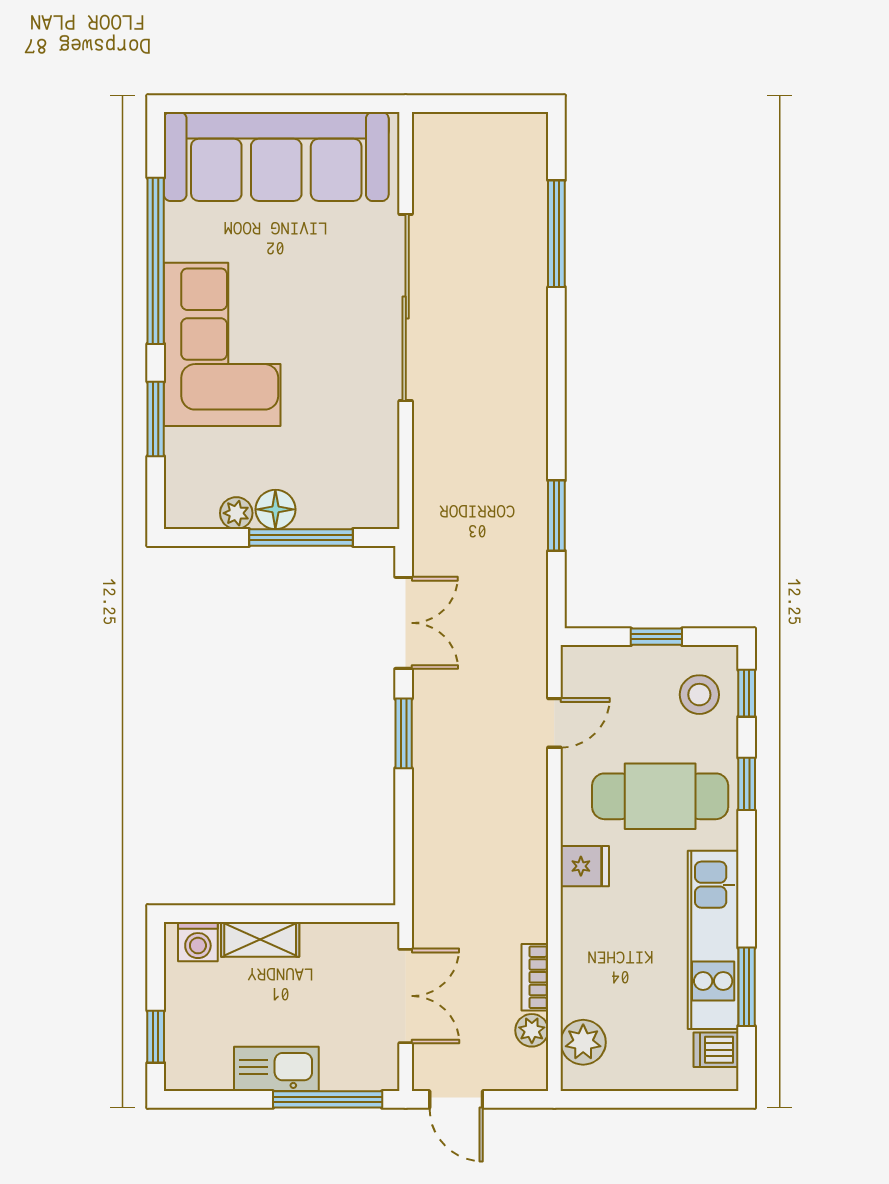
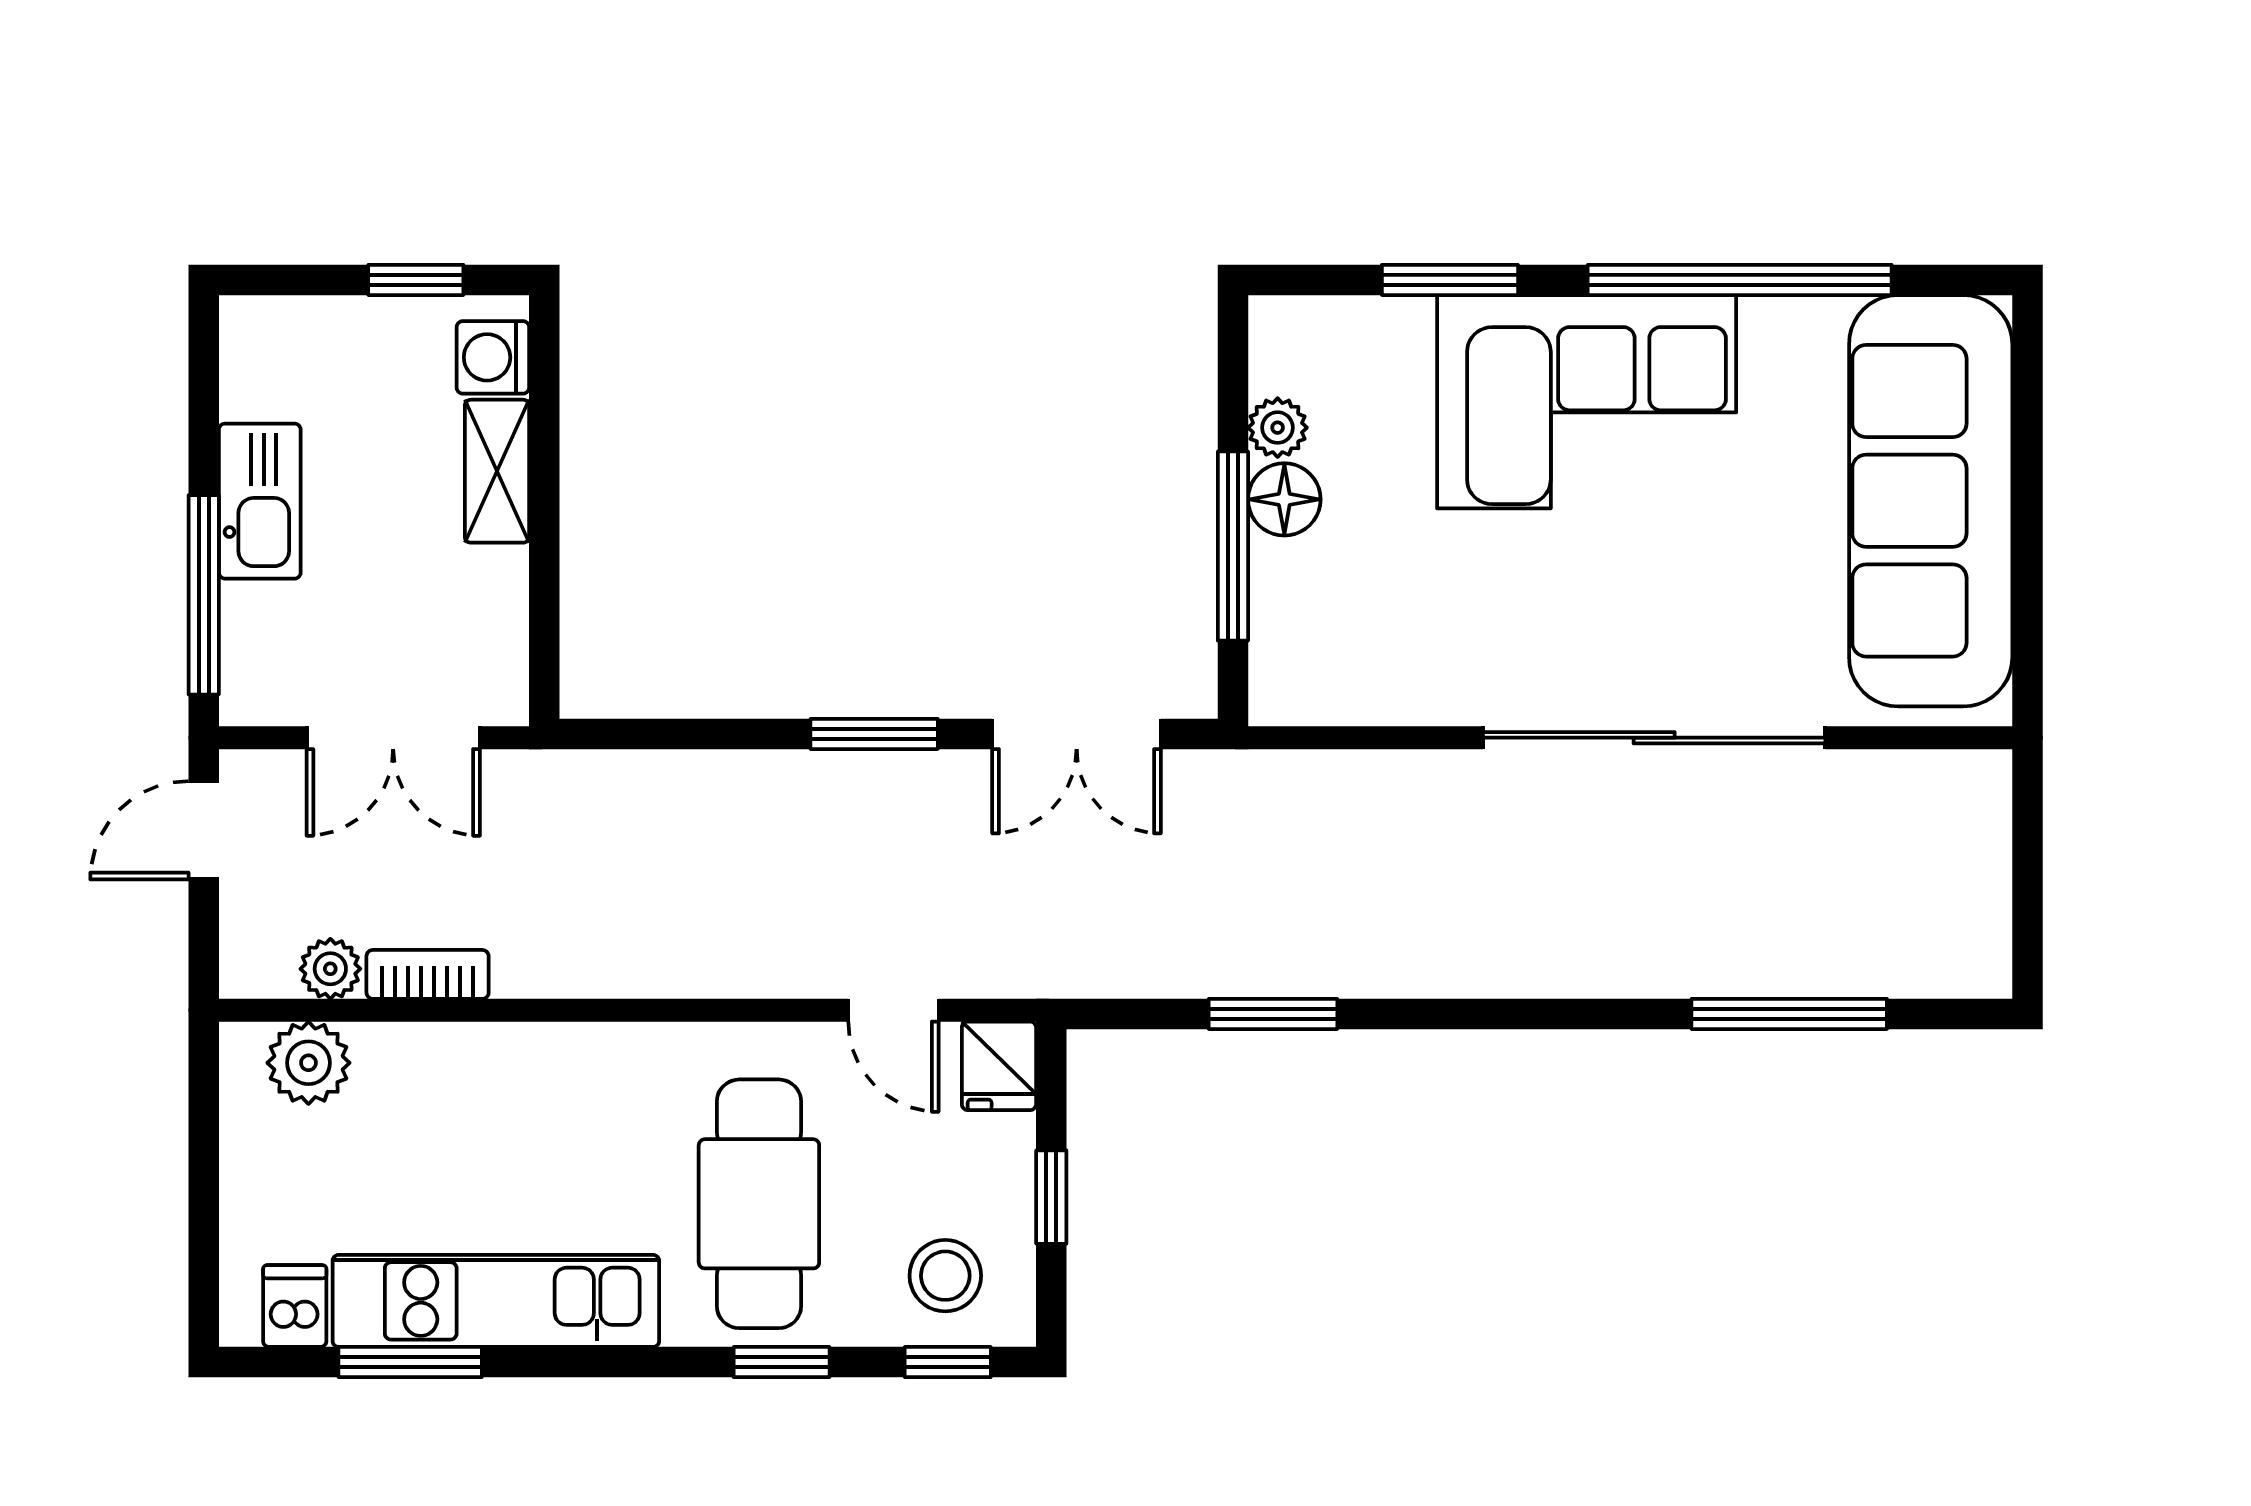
fridge: (585, 866) -> (999, 1066), moved
window: (156, 1037) -> (416, 280), moved

